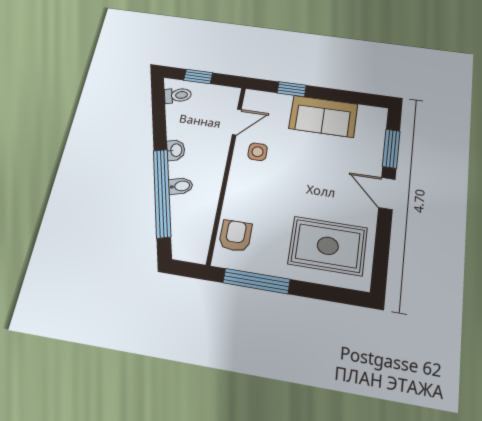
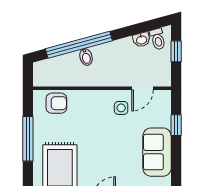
door: (237, 122) -> (142, 88), hinge flipped
washbasin: (176, 150) -> (142, 40), moved
window: (256, 281) -> (28, 139), moved

